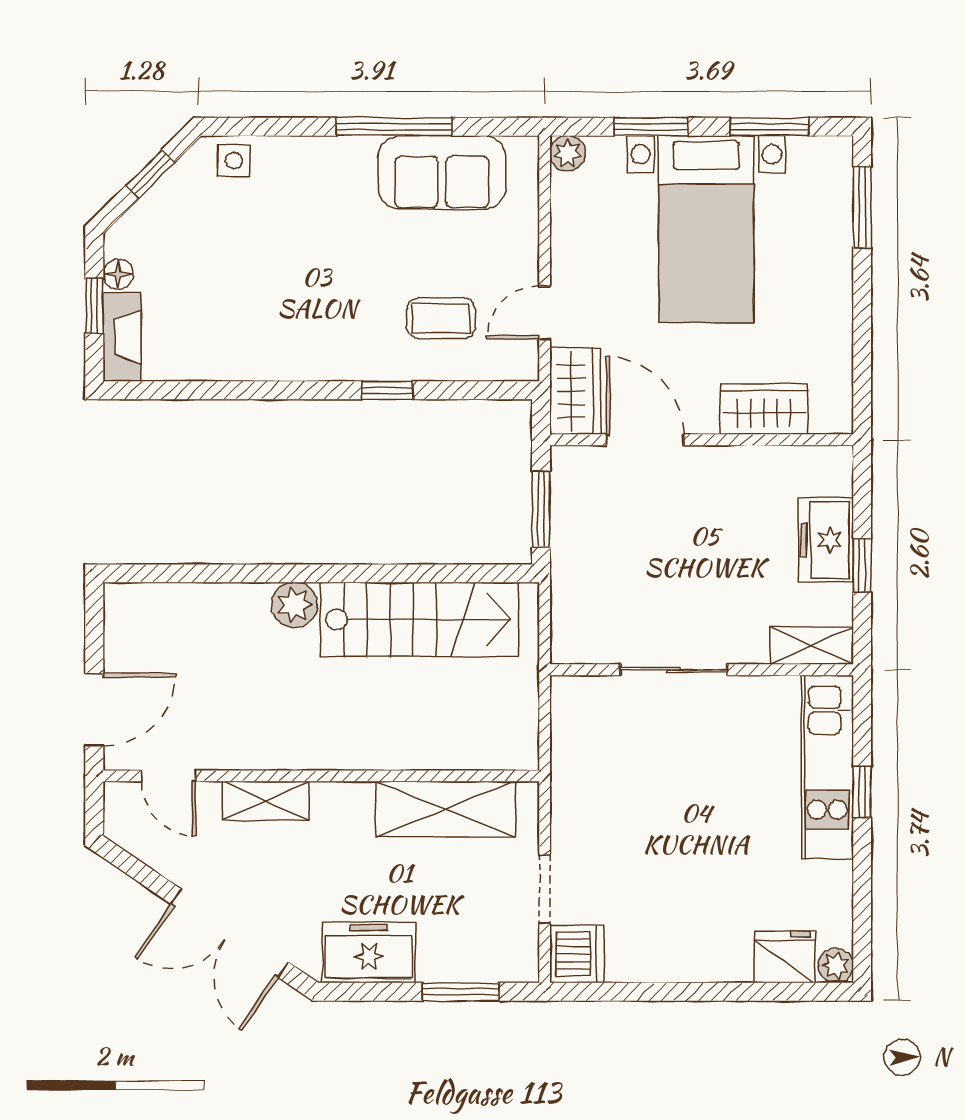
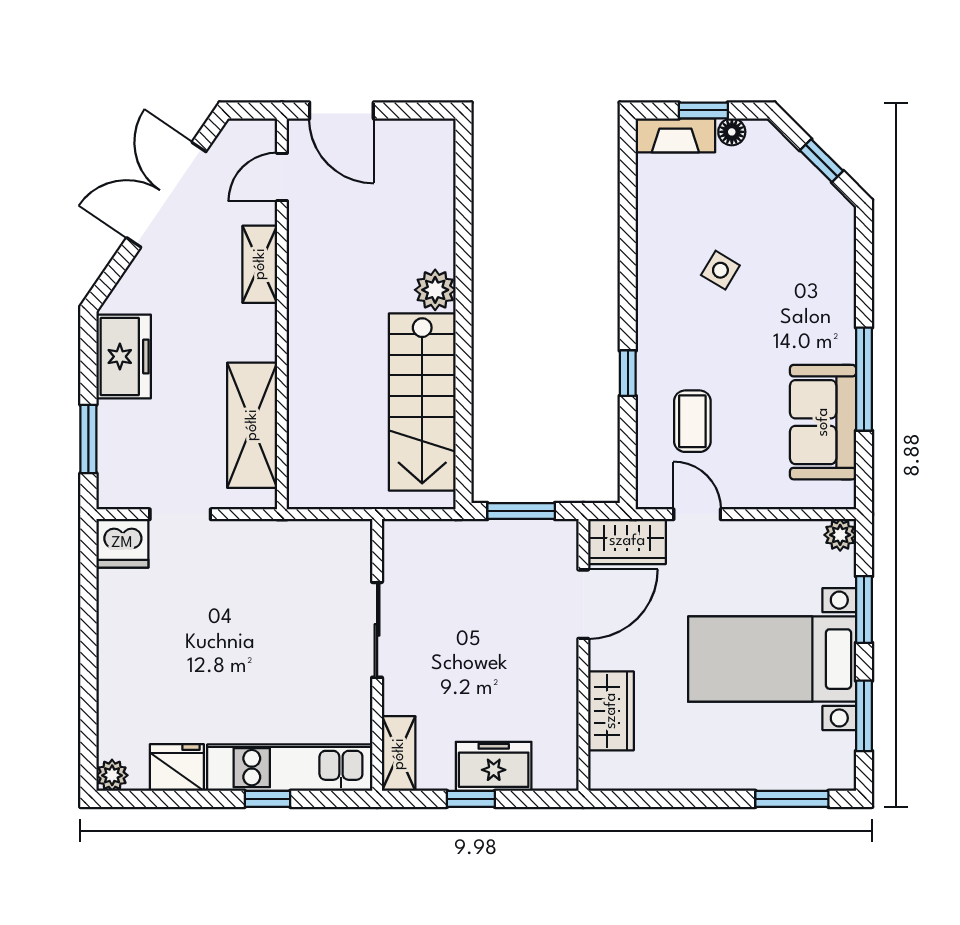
side table: (234, 160) -> (720, 270), moved, turned 30
double door: (230, 933) -> (166, 195), moved
fridge: (785, 957) -> (177, 768), moved, turned -90

